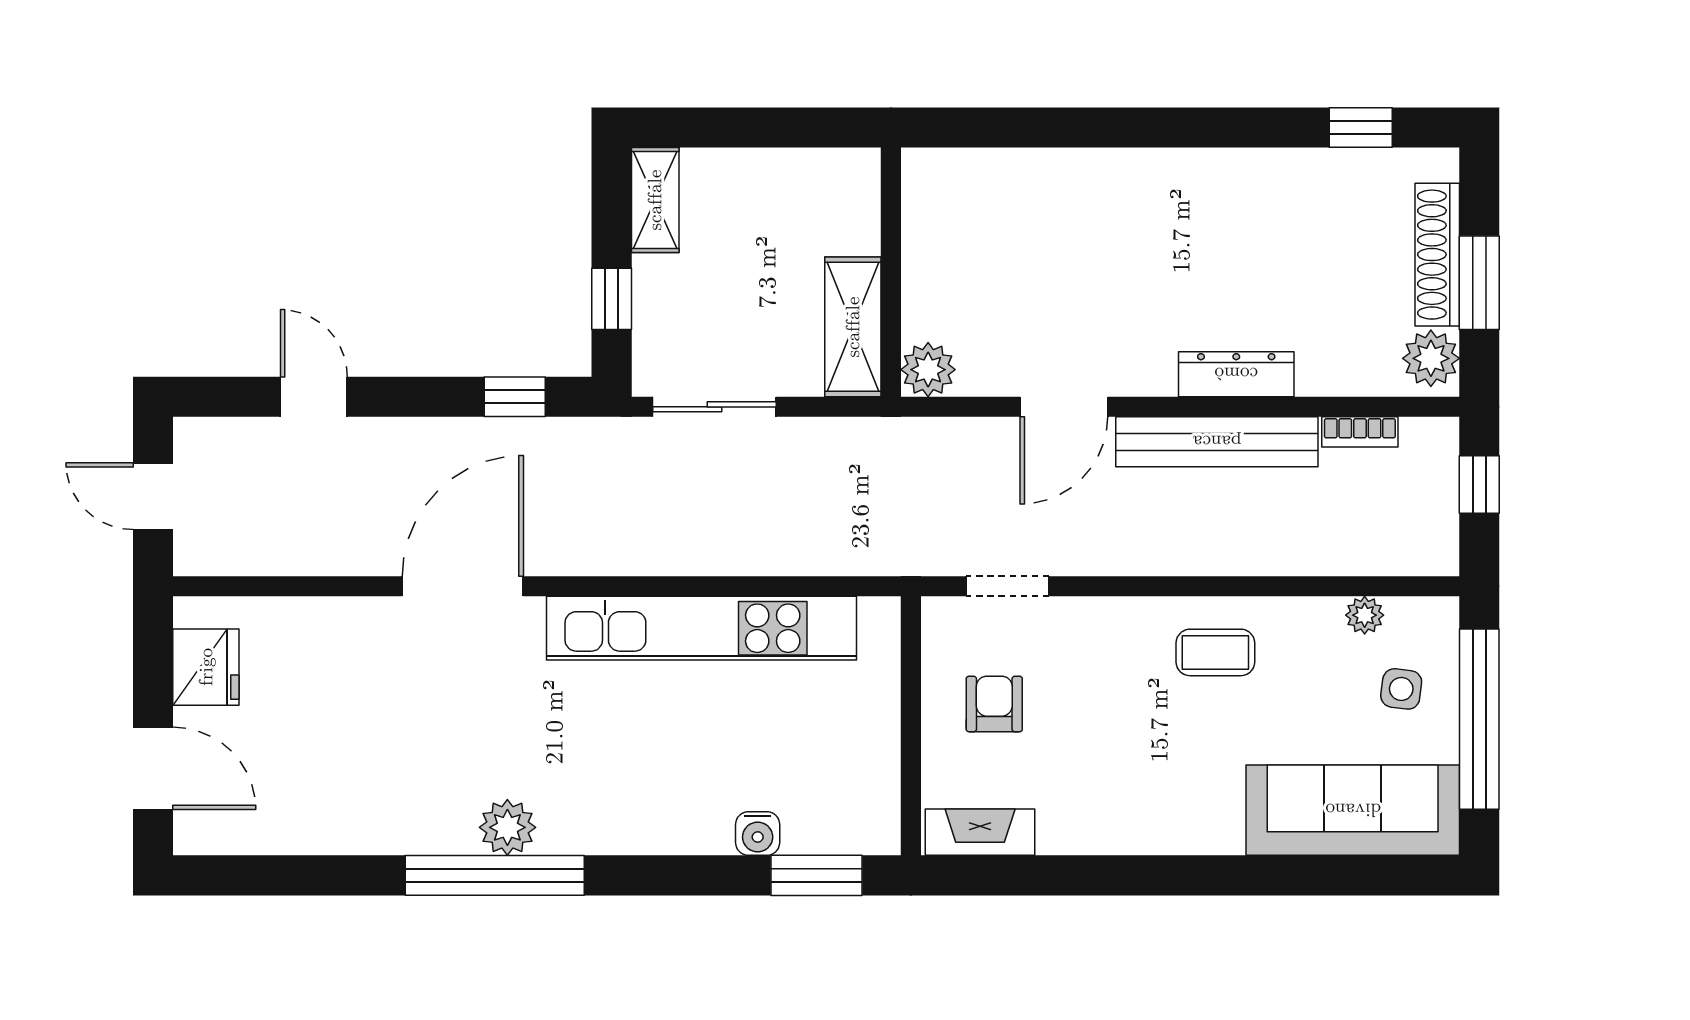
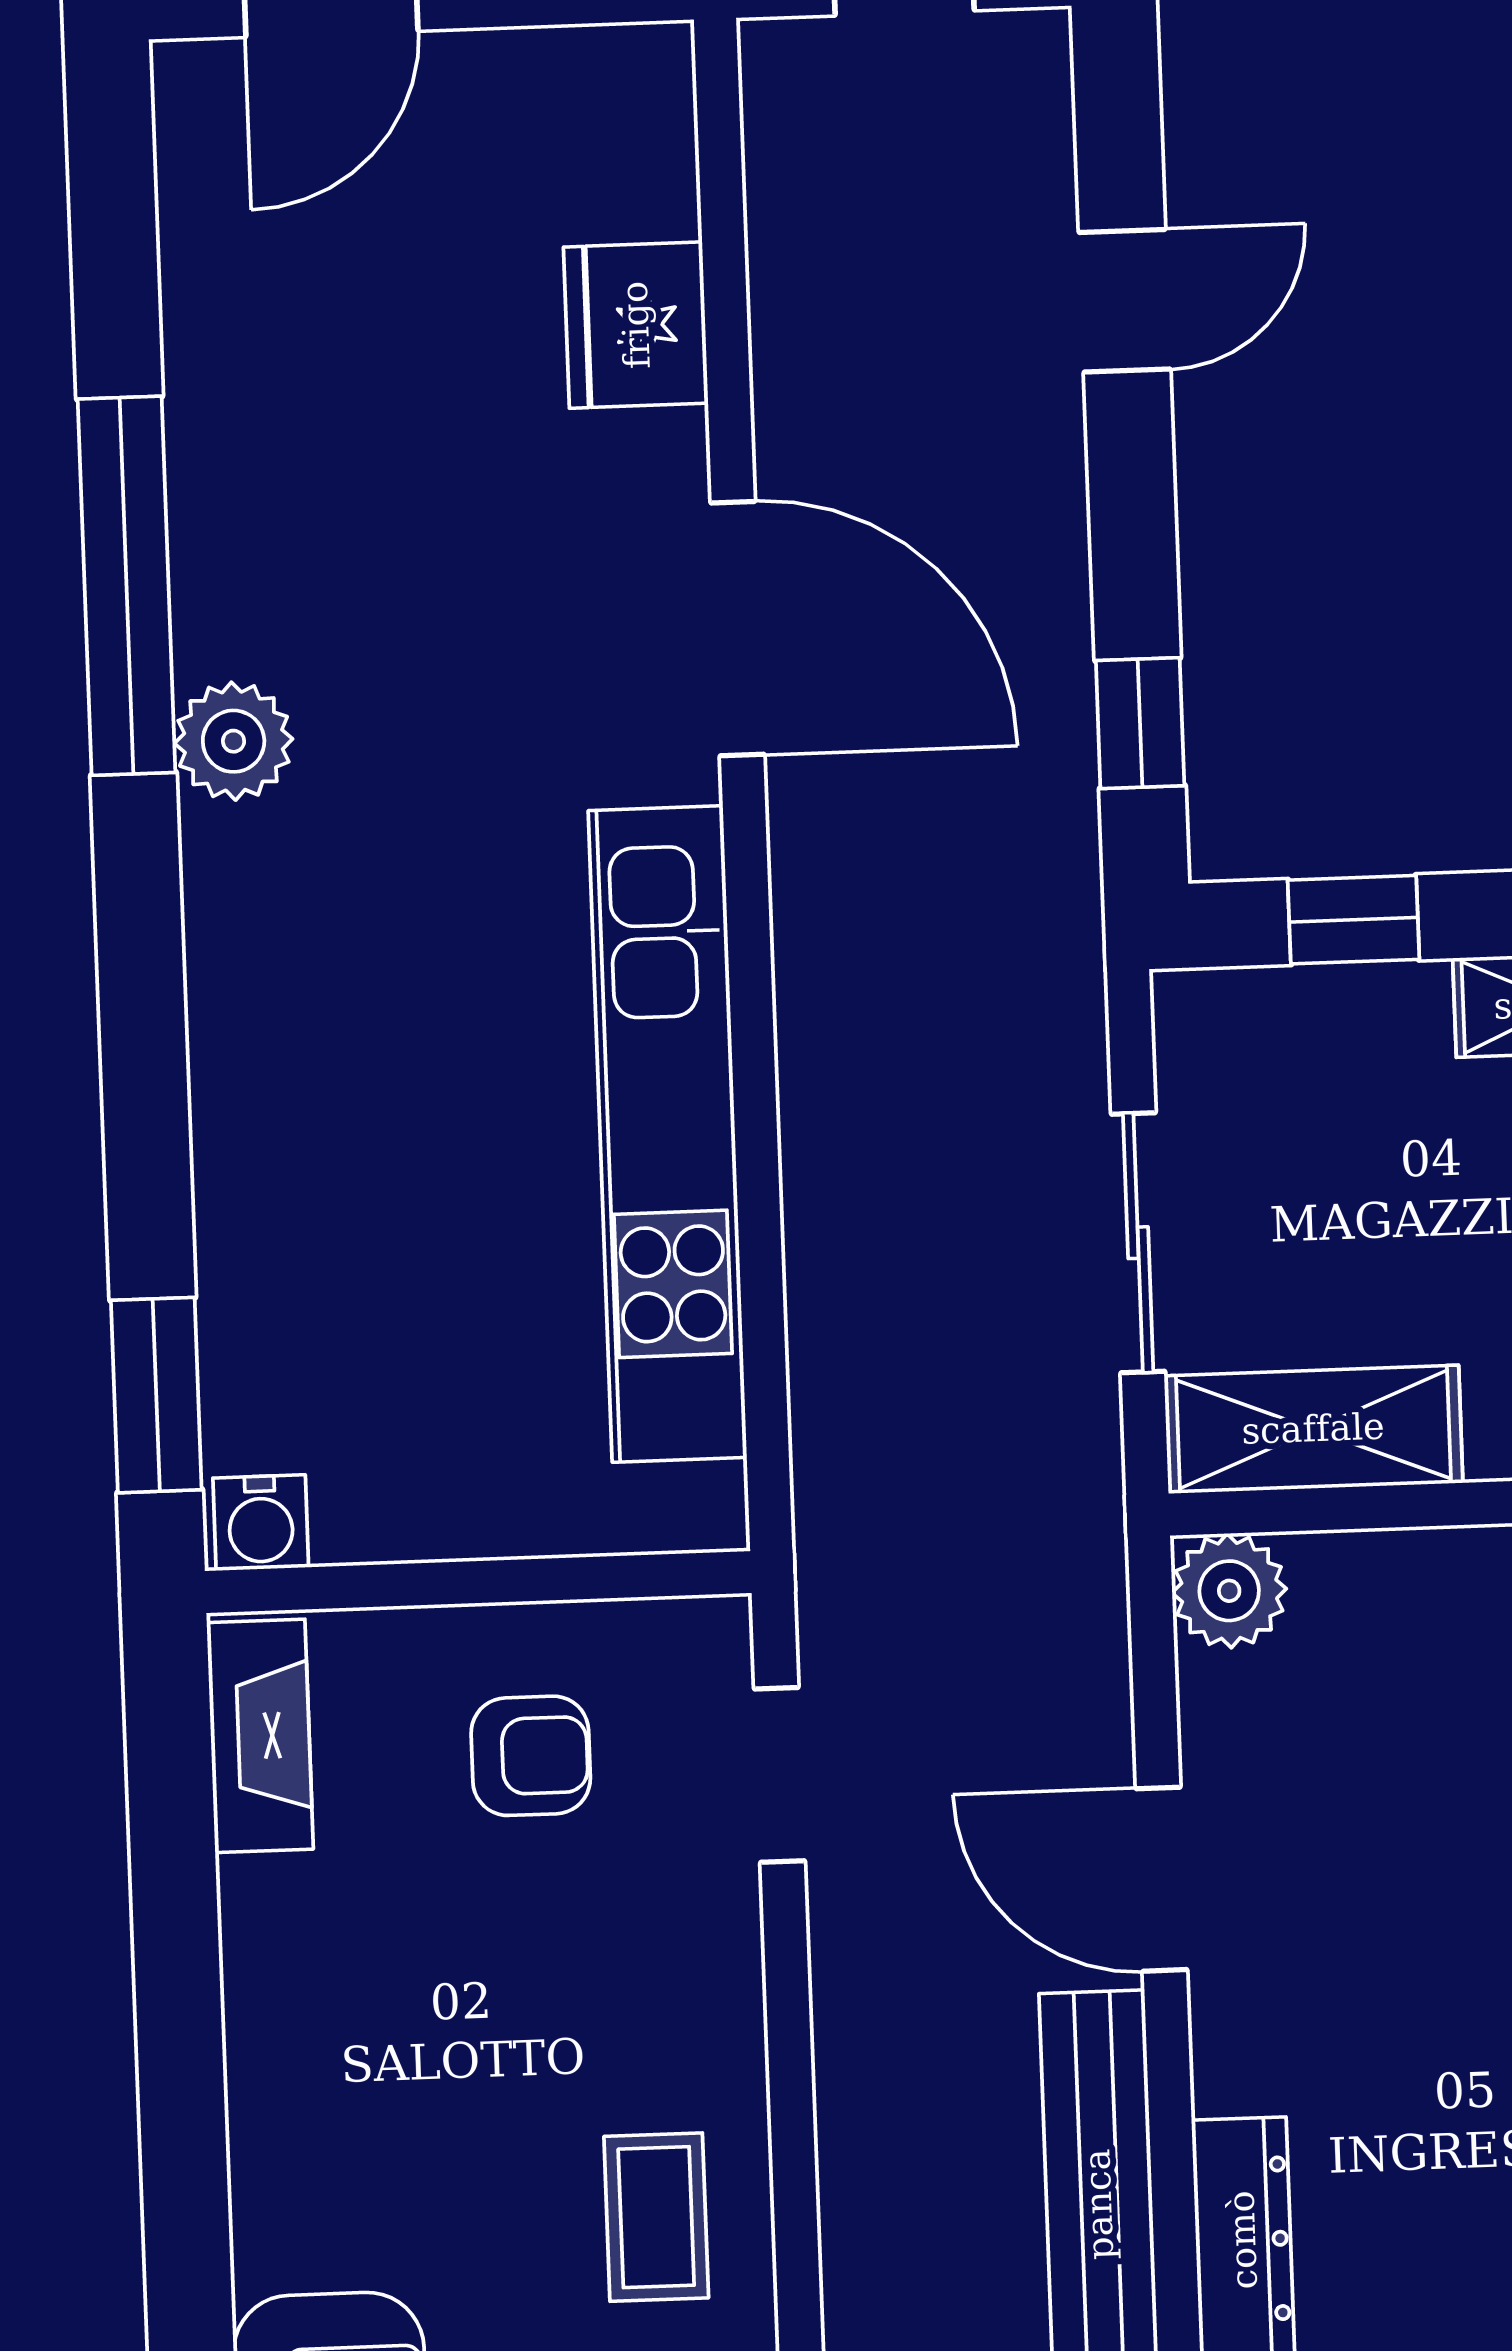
sliding door: (714, 407) -> (1138, 1243), moved
fridge: (206, 667) -> (636, 325), moved, turned 90
water cooler: (758, 833) -> (261, 1523), moved, turned -90
window: (495, 875) -> (127, 586), moved

